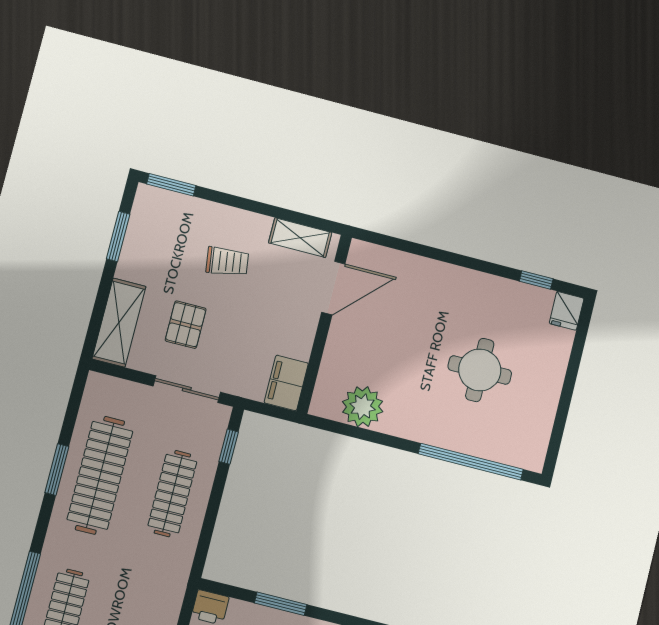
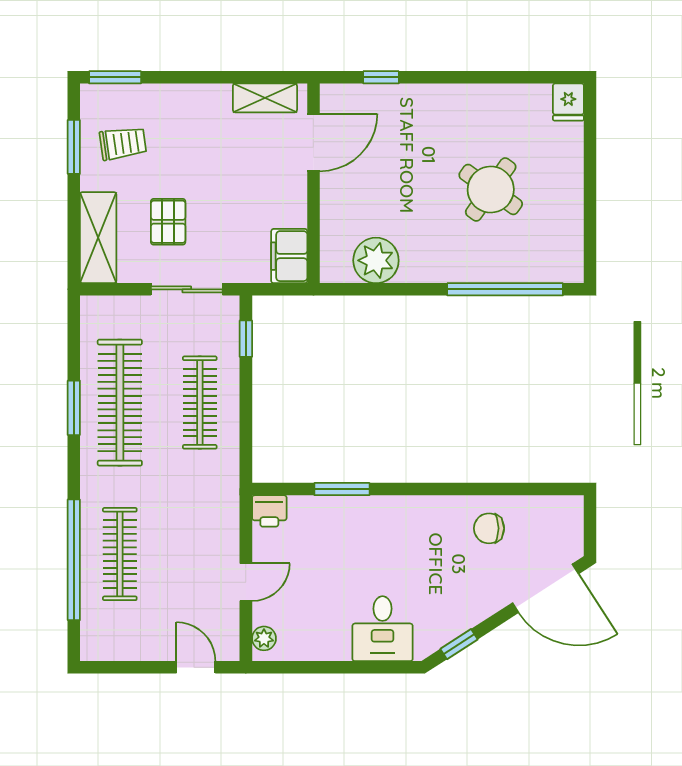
trolley: (227, 262) -> (123, 143), moved
window: (536, 280) -> (381, 77), moved
round table: (480, 370) -> (491, 189), turned 35

